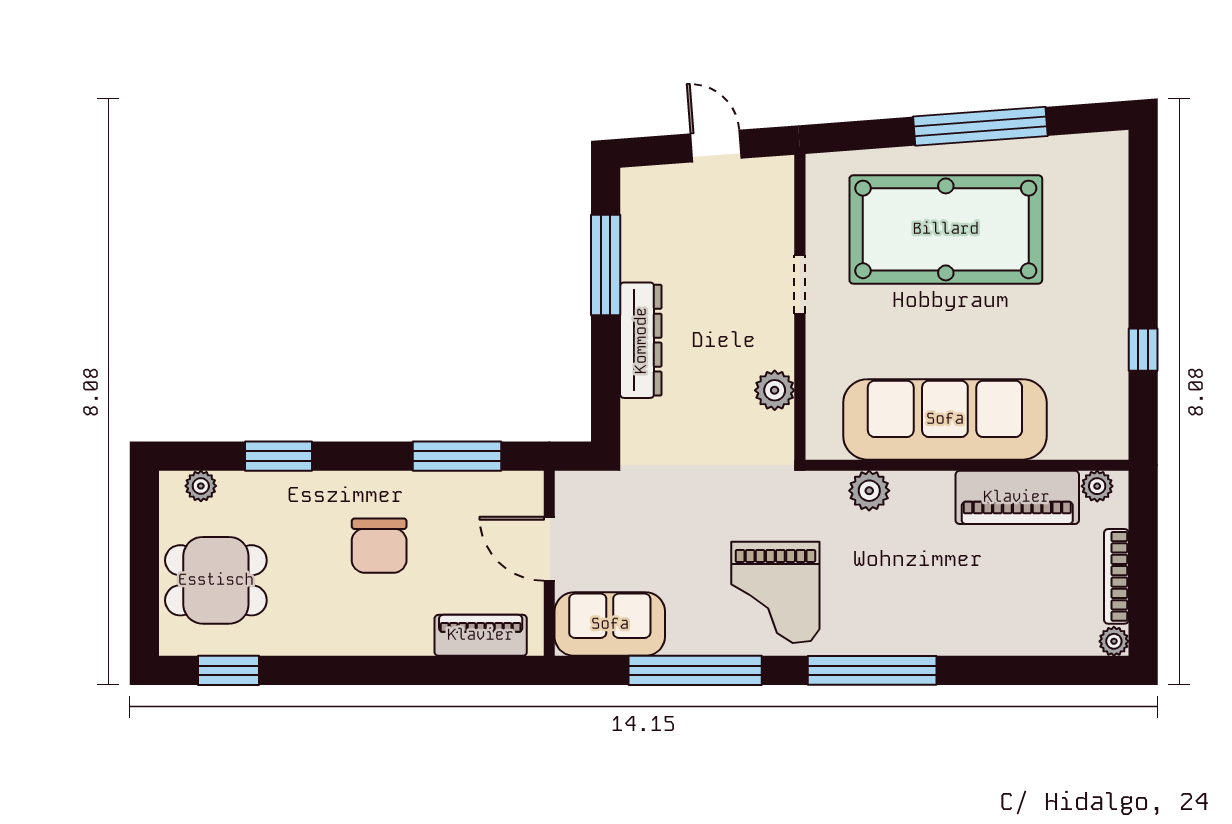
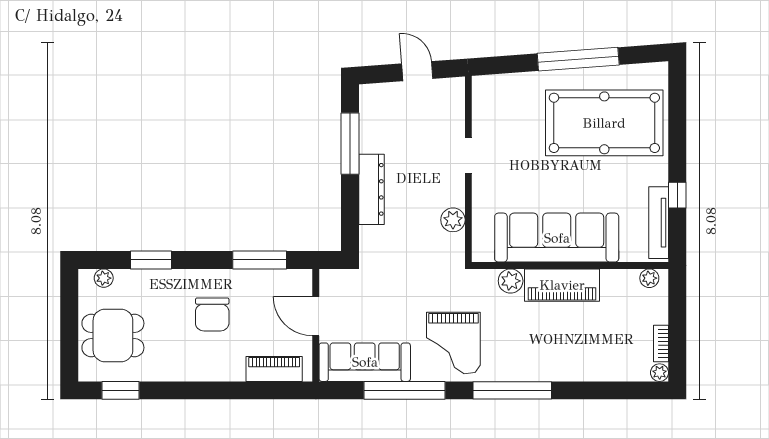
pool table: (946, 229) -> (604, 123), moved
tv unit: (1112, 395) -> (659, 223), added
piano: (1017, 497) -> (562, 285), moved
bookcase: (1116, 576) -> (661, 344), width x0.64
sofa: (610, 624) -> (365, 362), width x1.36

